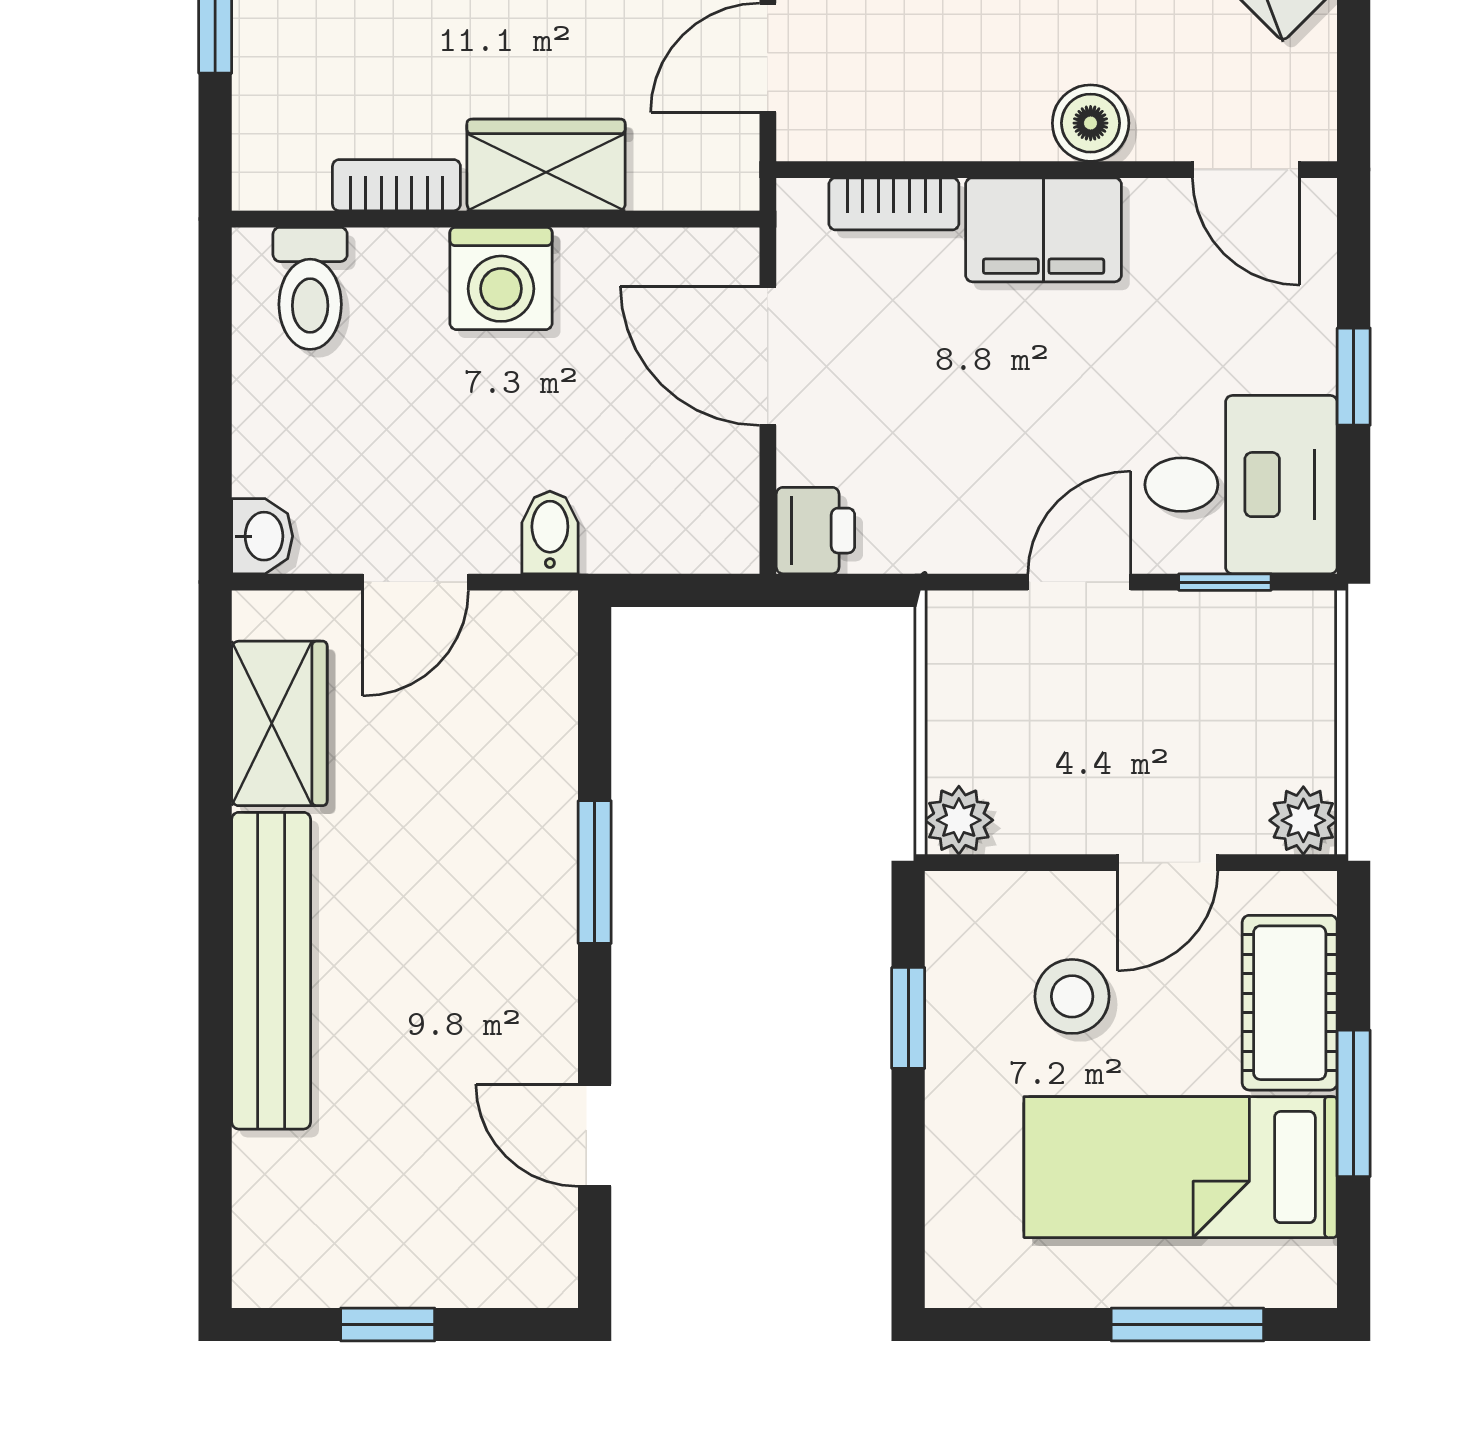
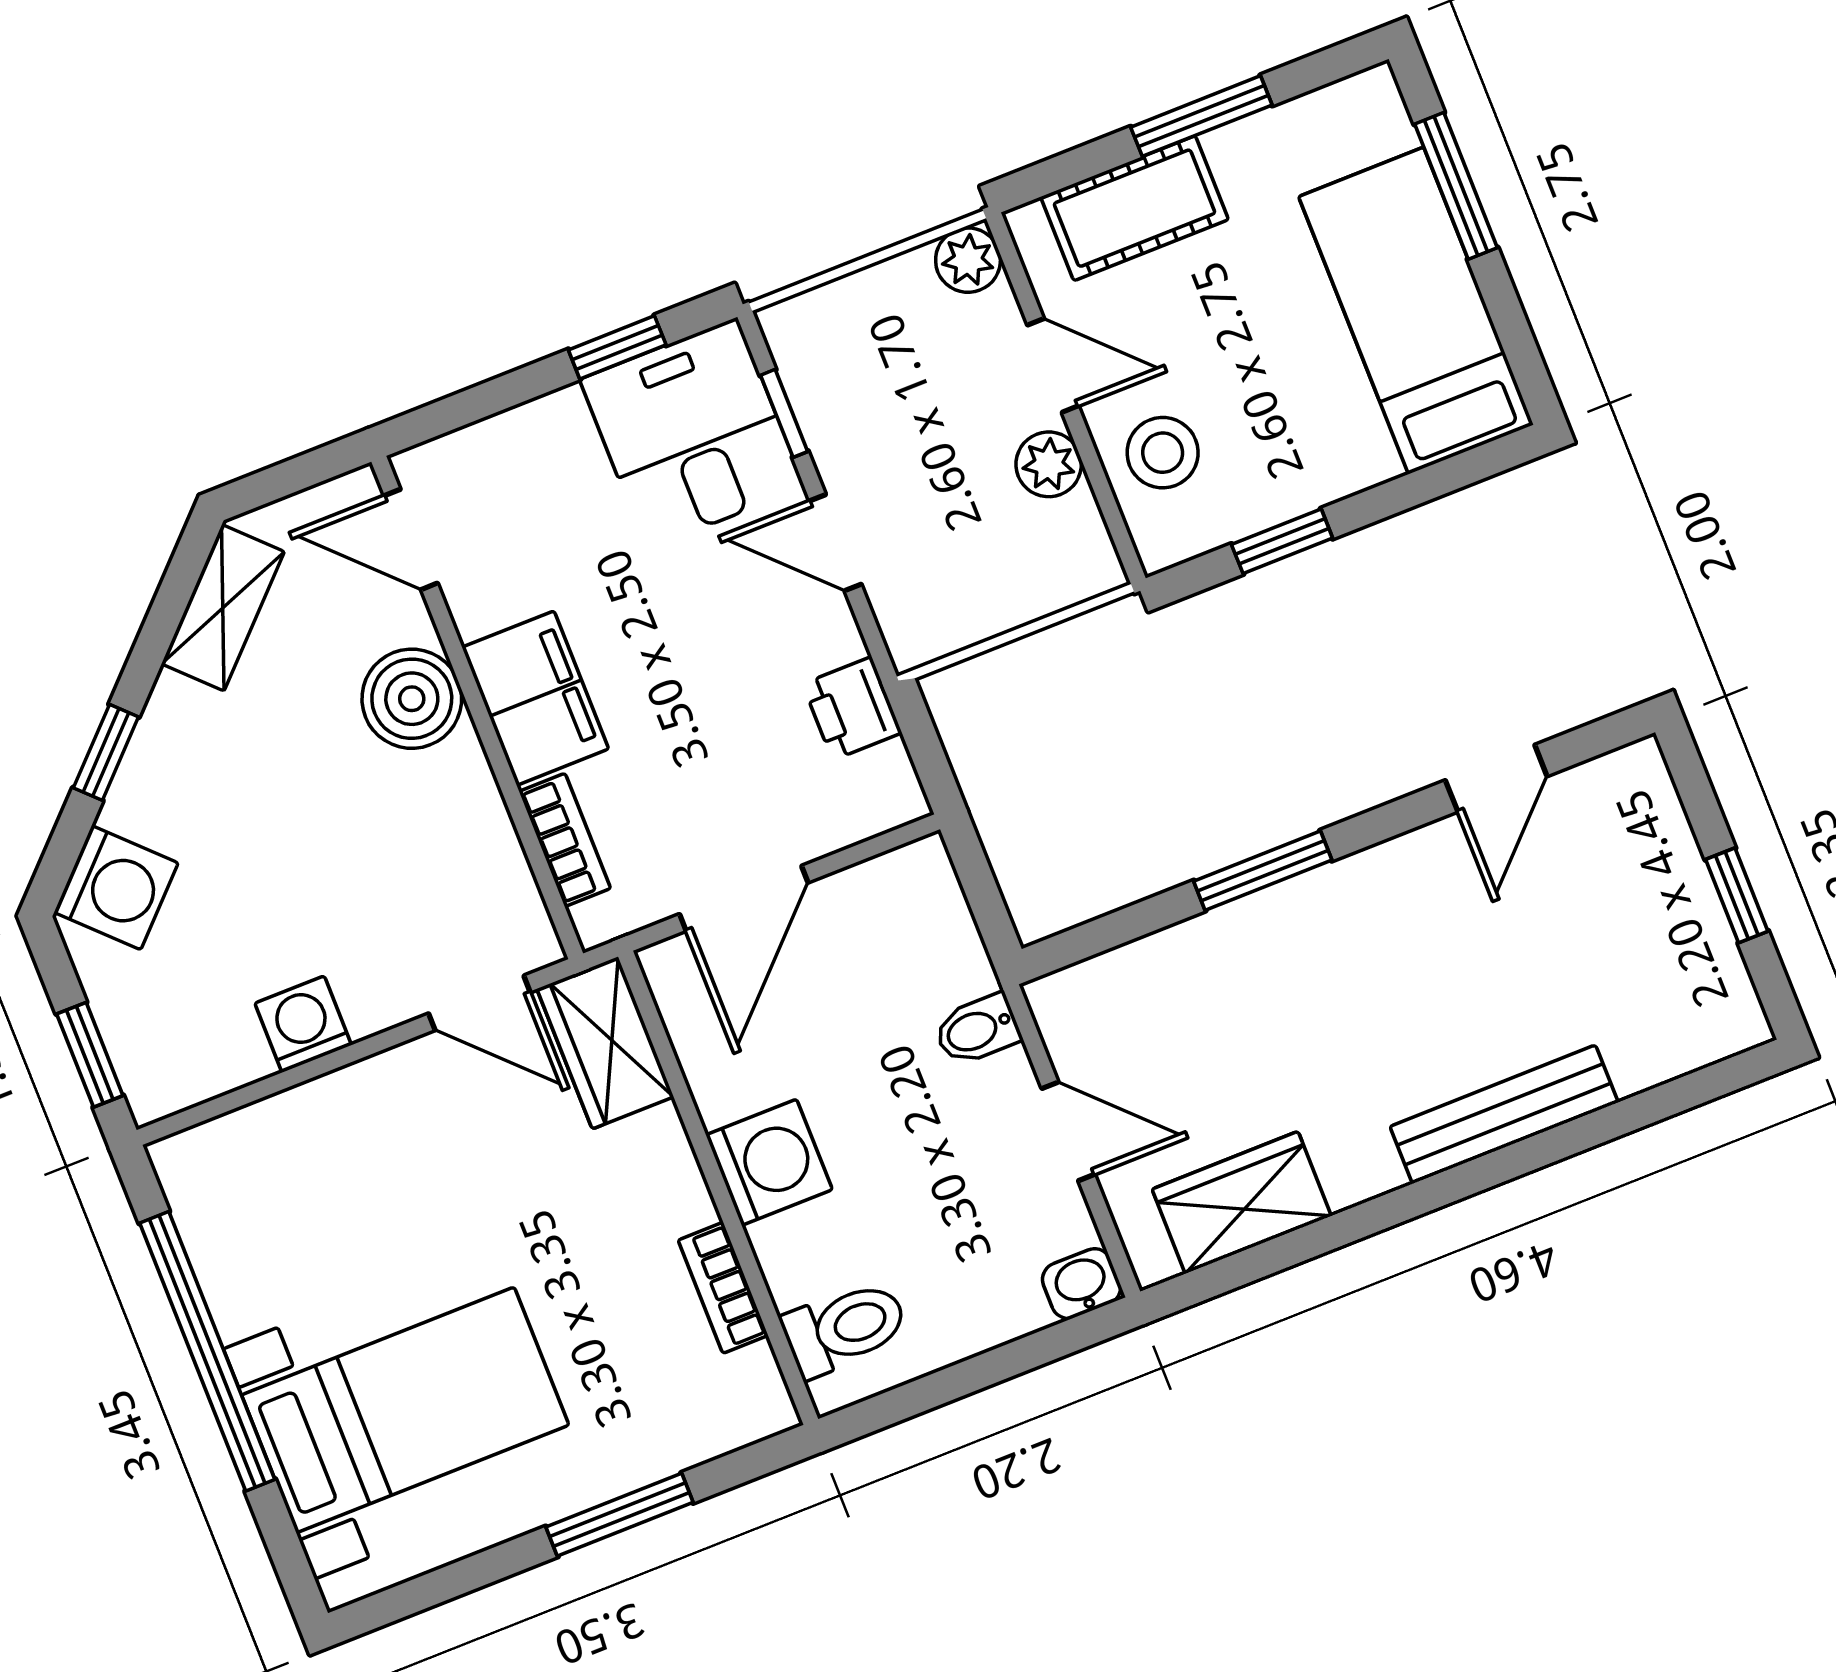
boiler: (1091, 123) -> (412, 699), width x1.36, depth x1.36
wardrobe: (546, 165) -> (605, 1043), moved
door: (1246, 170) -> (411, 539), swing flipped
window: (1354, 377) -> (617, 347), moved
printer: (815, 531) -> (852, 708), moved, turned -90
plant: (959, 820) -> (1049, 464), moved
bench: (271, 971) -> (1504, 1114), width x0.73, depth x0.82
stool: (1072, 996) -> (1163, 453), moved
bed: (1181, 1167) -> (1416, 311), moved, turned 180

